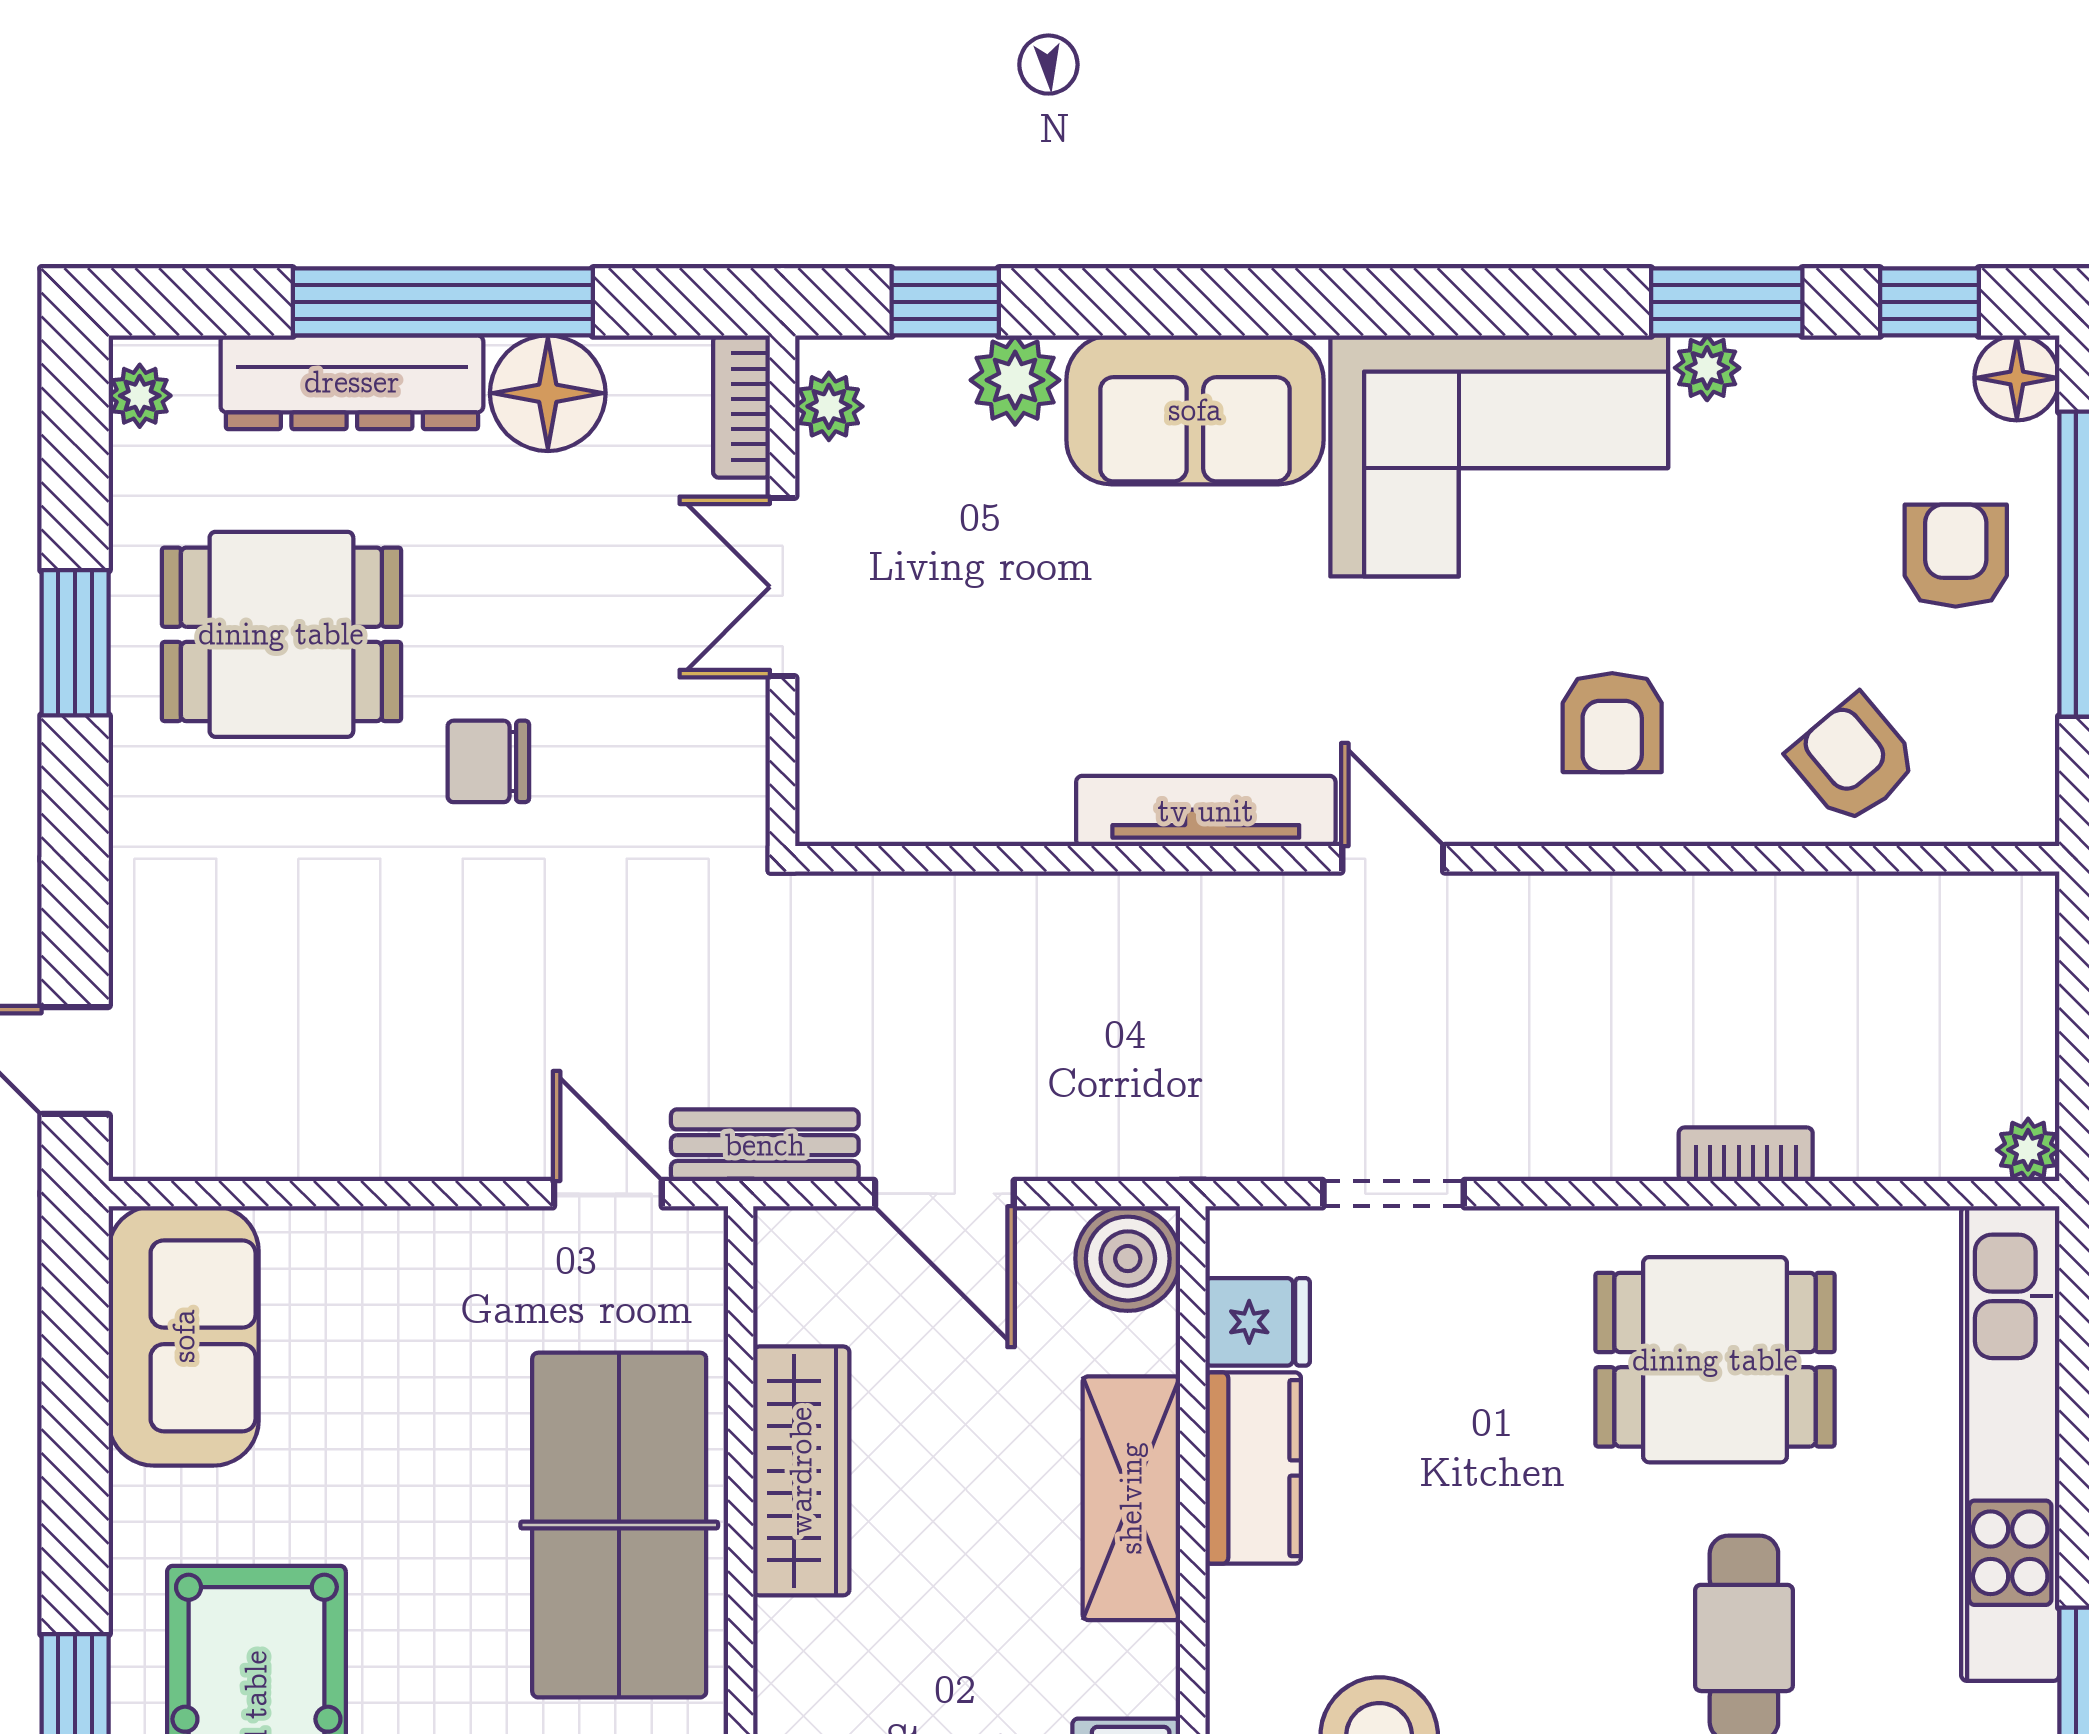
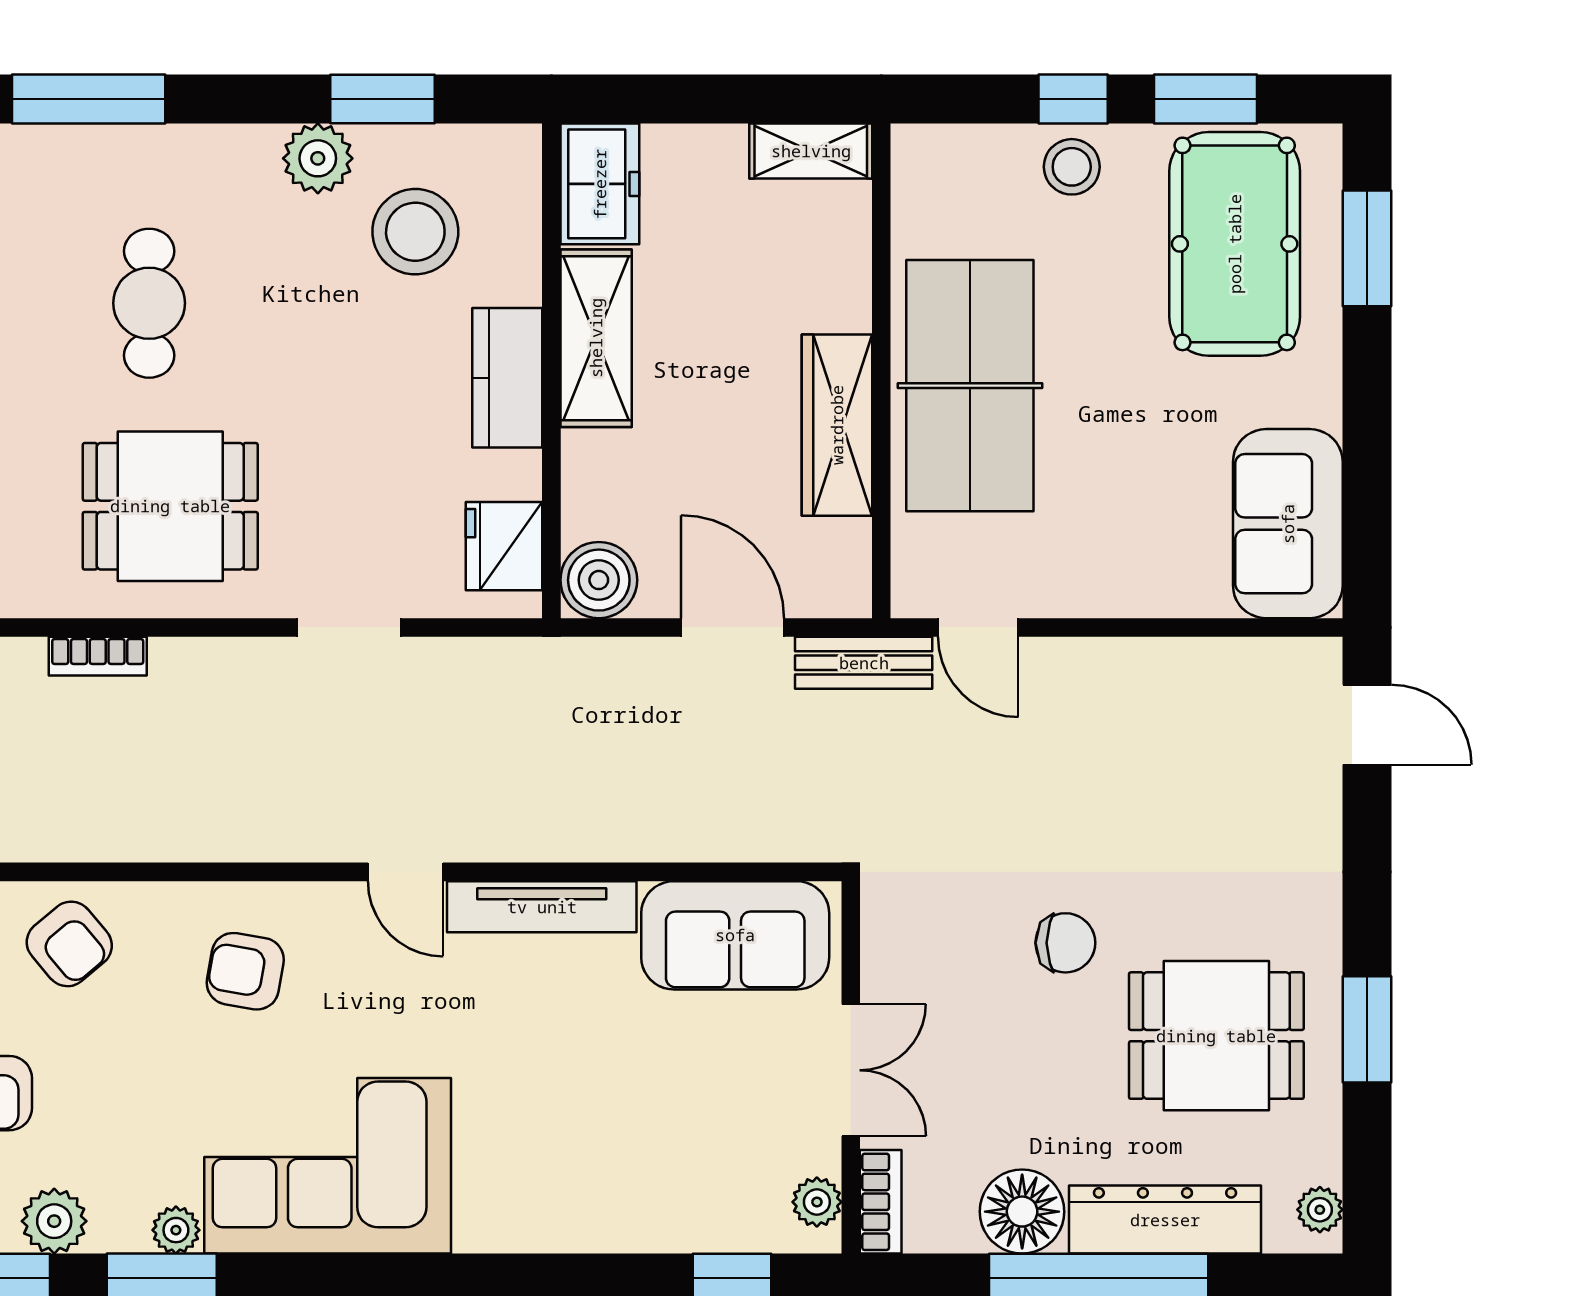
plant: (1015, 380) -> (54, 1221), moved
sofa: (1195, 410) -> (735, 935), moved, turned 180
armchair: (1612, 723) -> (245, 971), turned -80
bookcase: (1746, 1154) -> (98, 656), moved
doorway: (1394, 1194) -> (349, 627), moved
fridge: (1258, 1322) -> (504, 546), width x1.38
kitchen counter: (1253, 1468) -> (507, 378), moved
shelving: (1131, 1498) -> (596, 338), moved

